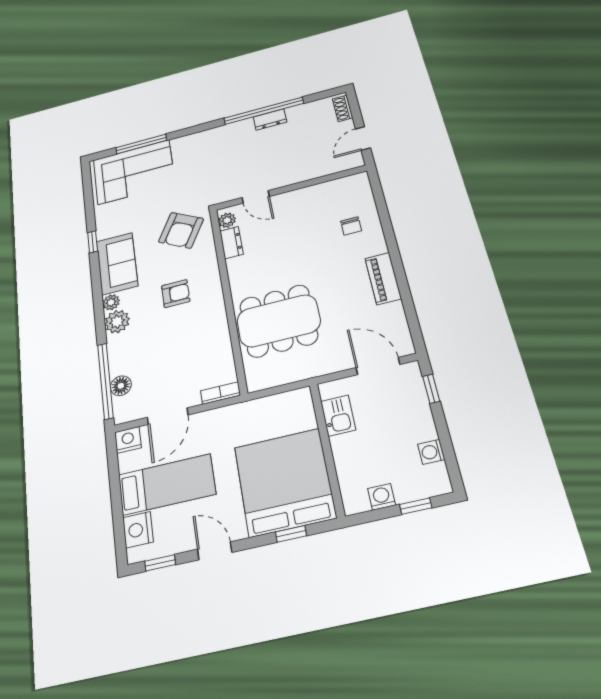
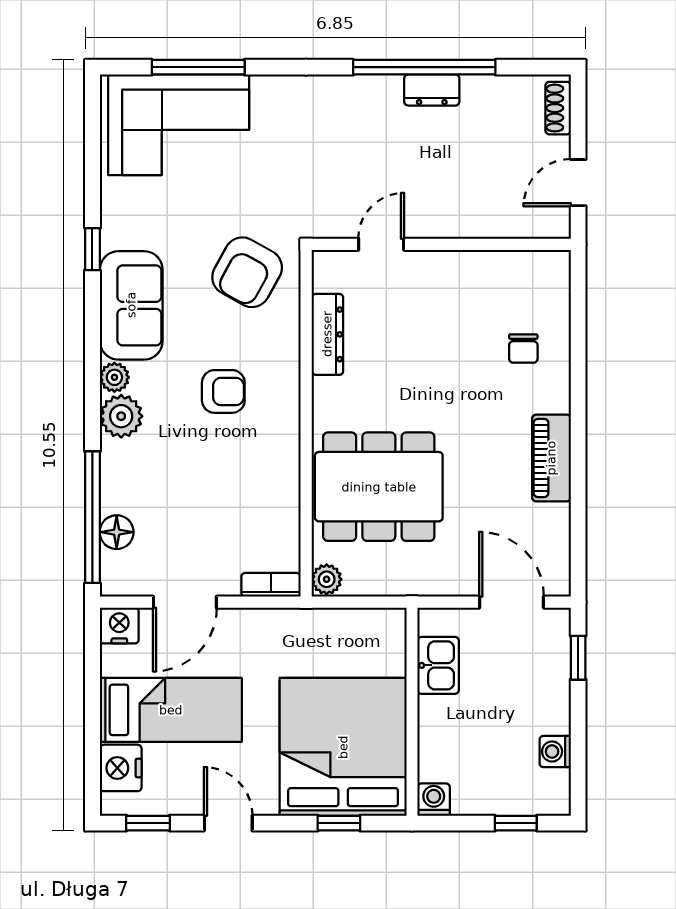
door: (256, 197) -> (381, 244), swing flipped
plant: (227, 220) -> (327, 579), moved
dresser: (231, 243) -> (327, 334), width x1.44
washing machine: (381, 497) -> (434, 800), moved

